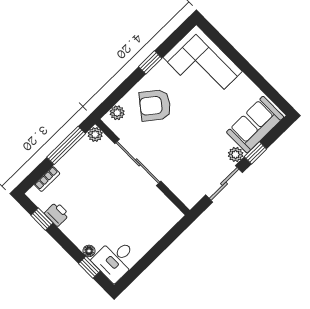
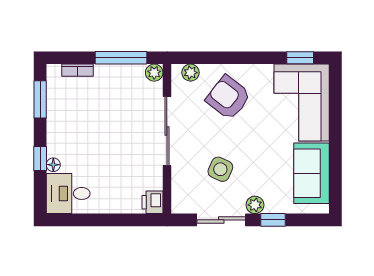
window: (150, 62) -> (300, 58), moved
sofa: (255, 125) -> (312, 173), moved, turned -90
side table: (193, 154) -> (220, 169), added
printer: (57, 214) -> (152, 202), moved, turned 180
window: (42, 219) -> (40, 99), width x1.50
window: (89, 267) -> (40, 159), moved

